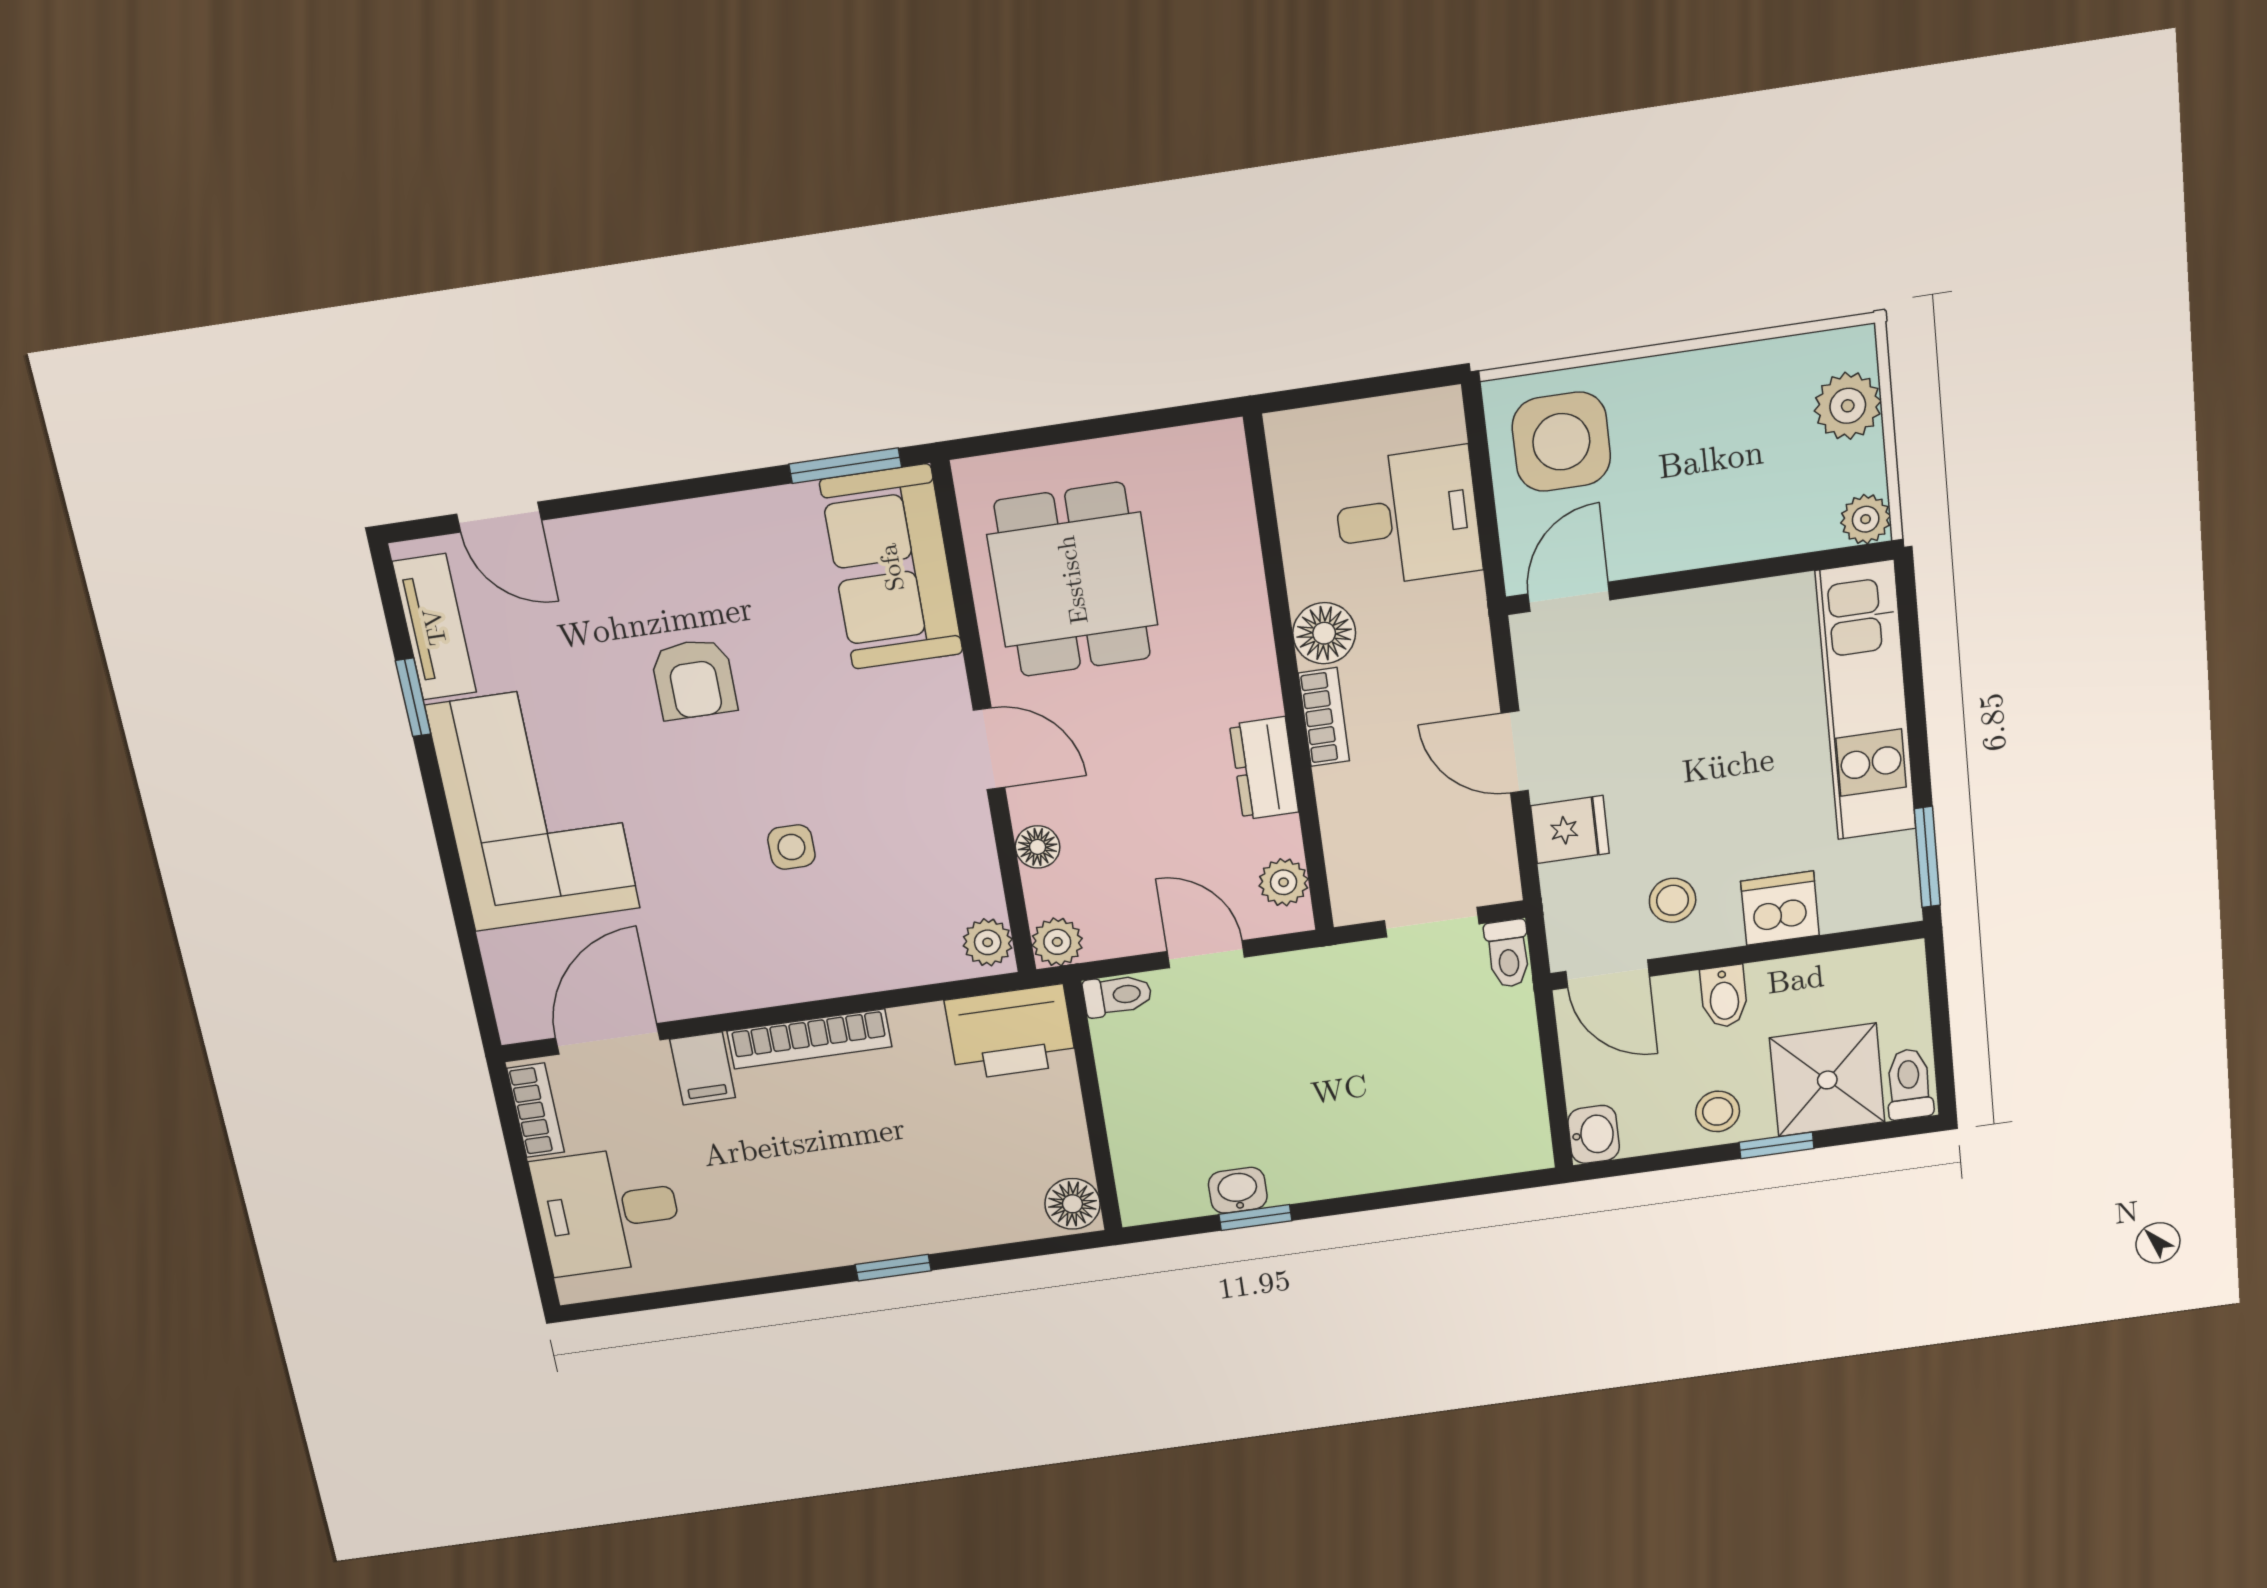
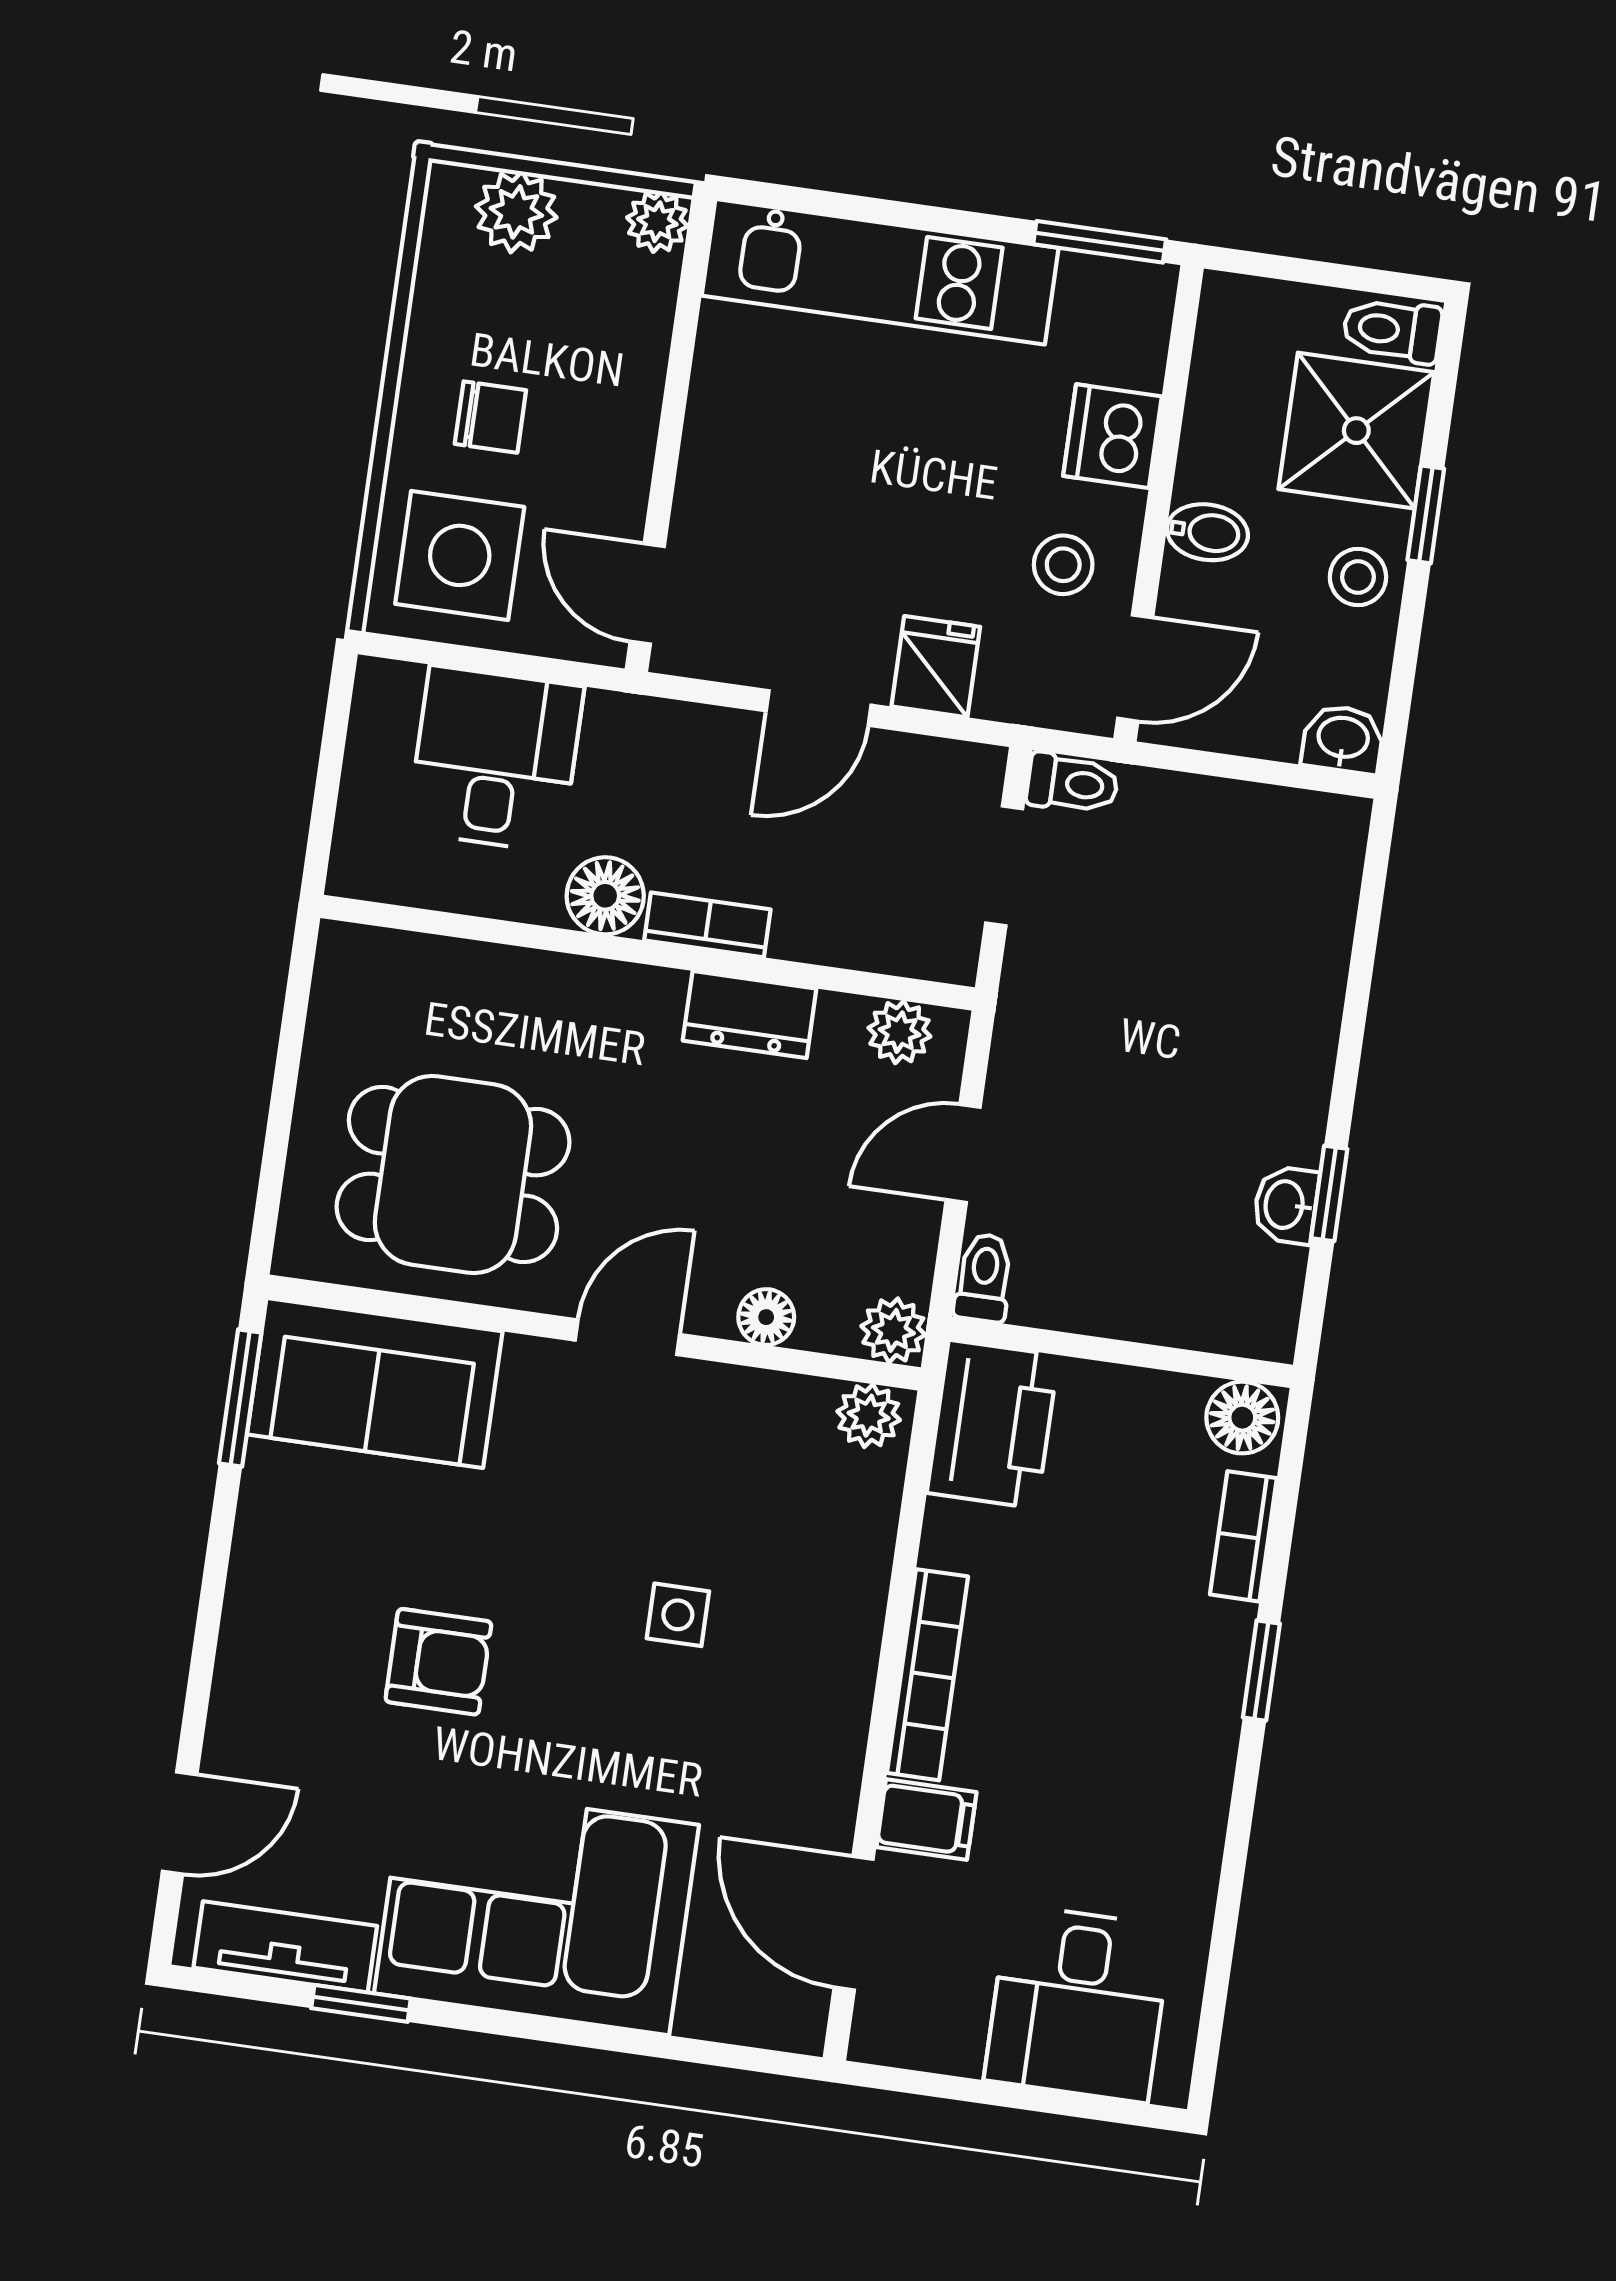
chair: (1678, 434) -> (490, 417), added
bookcase: (536, 1110) -> (1243, 1536), moved, turned -90

